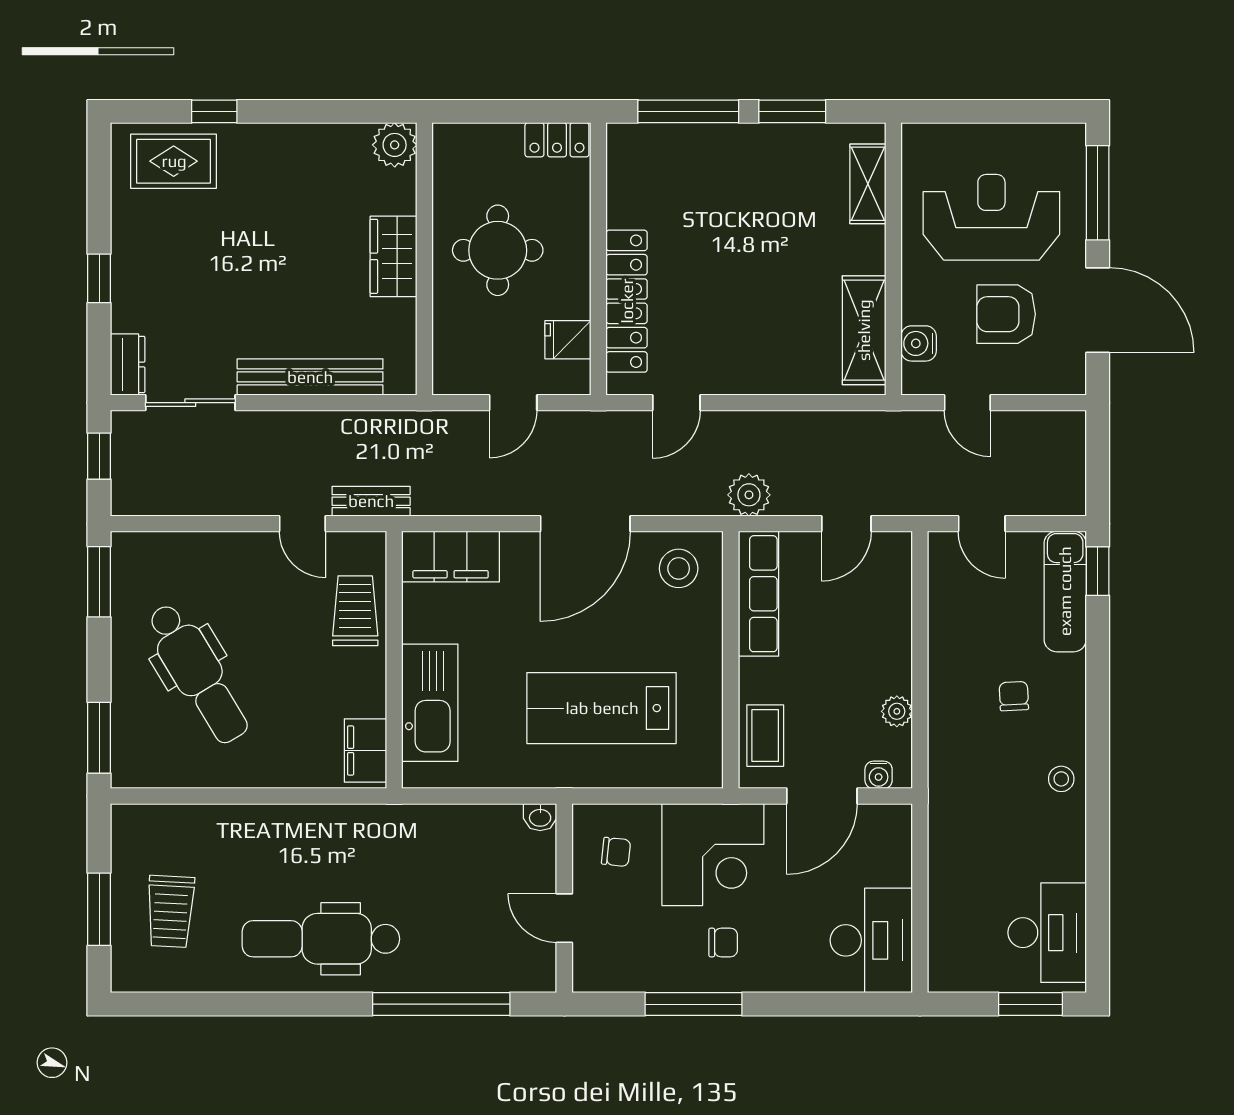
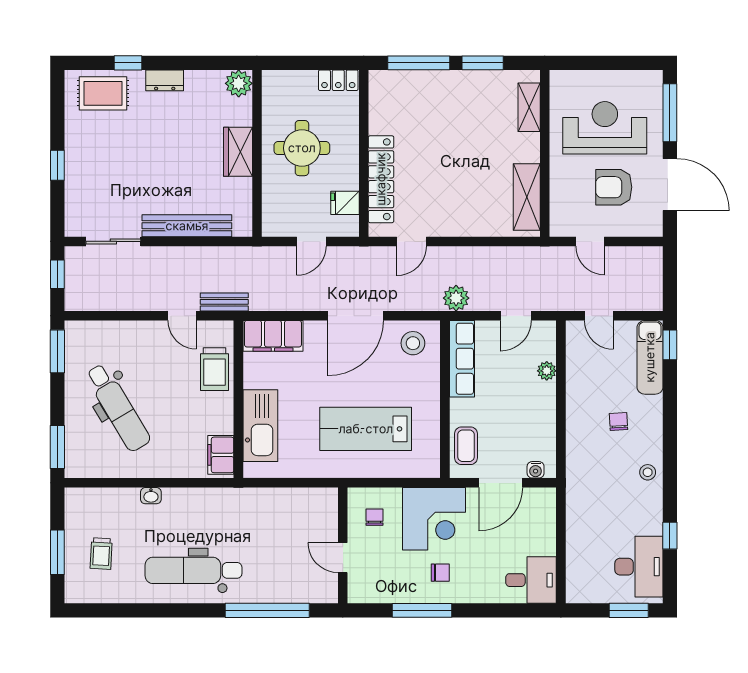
water cooler: (919, 343) -> (560, 205), removed
dresser: (128, 364) -> (165, 80), moved, turned 90
trolley: (355, 611) -> (214, 369), turned 180
plant: (897, 711) -> (547, 371), moved
washbasin: (540, 817) -> (151, 496), moved
chair: (616, 852) -> (374, 517), turned -96
window: (1098, 882) -> (670, 536), added
trolley: (171, 911) -> (101, 554), width x0.73, depth x0.72
desk: (871, 940) -> (531, 580), width x0.73

